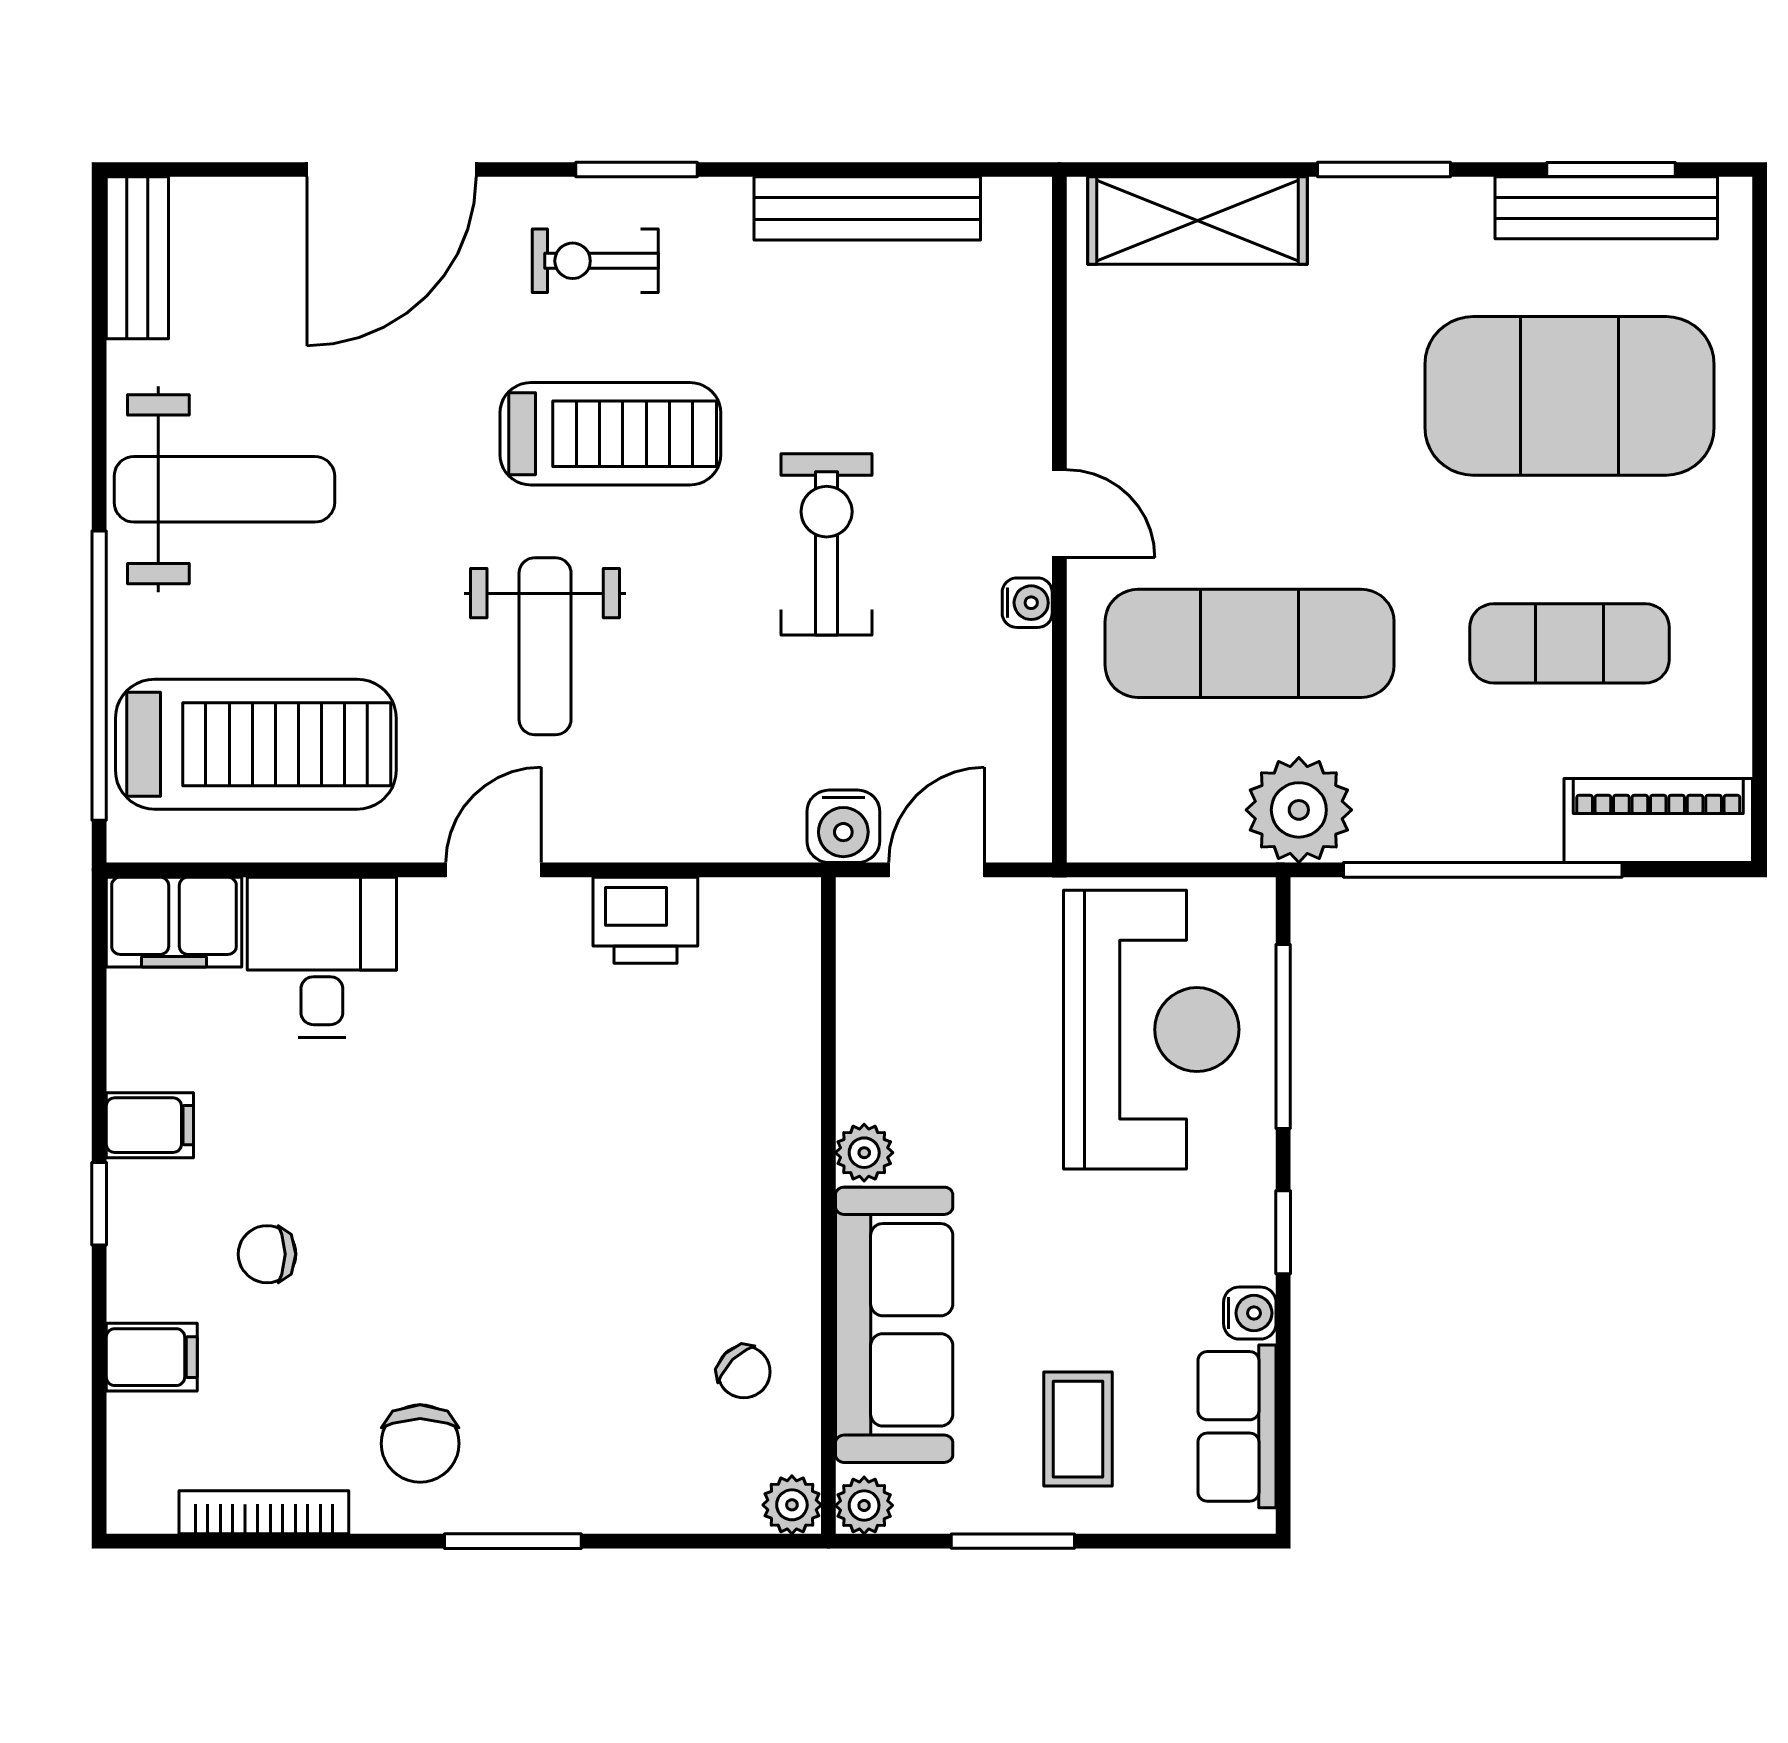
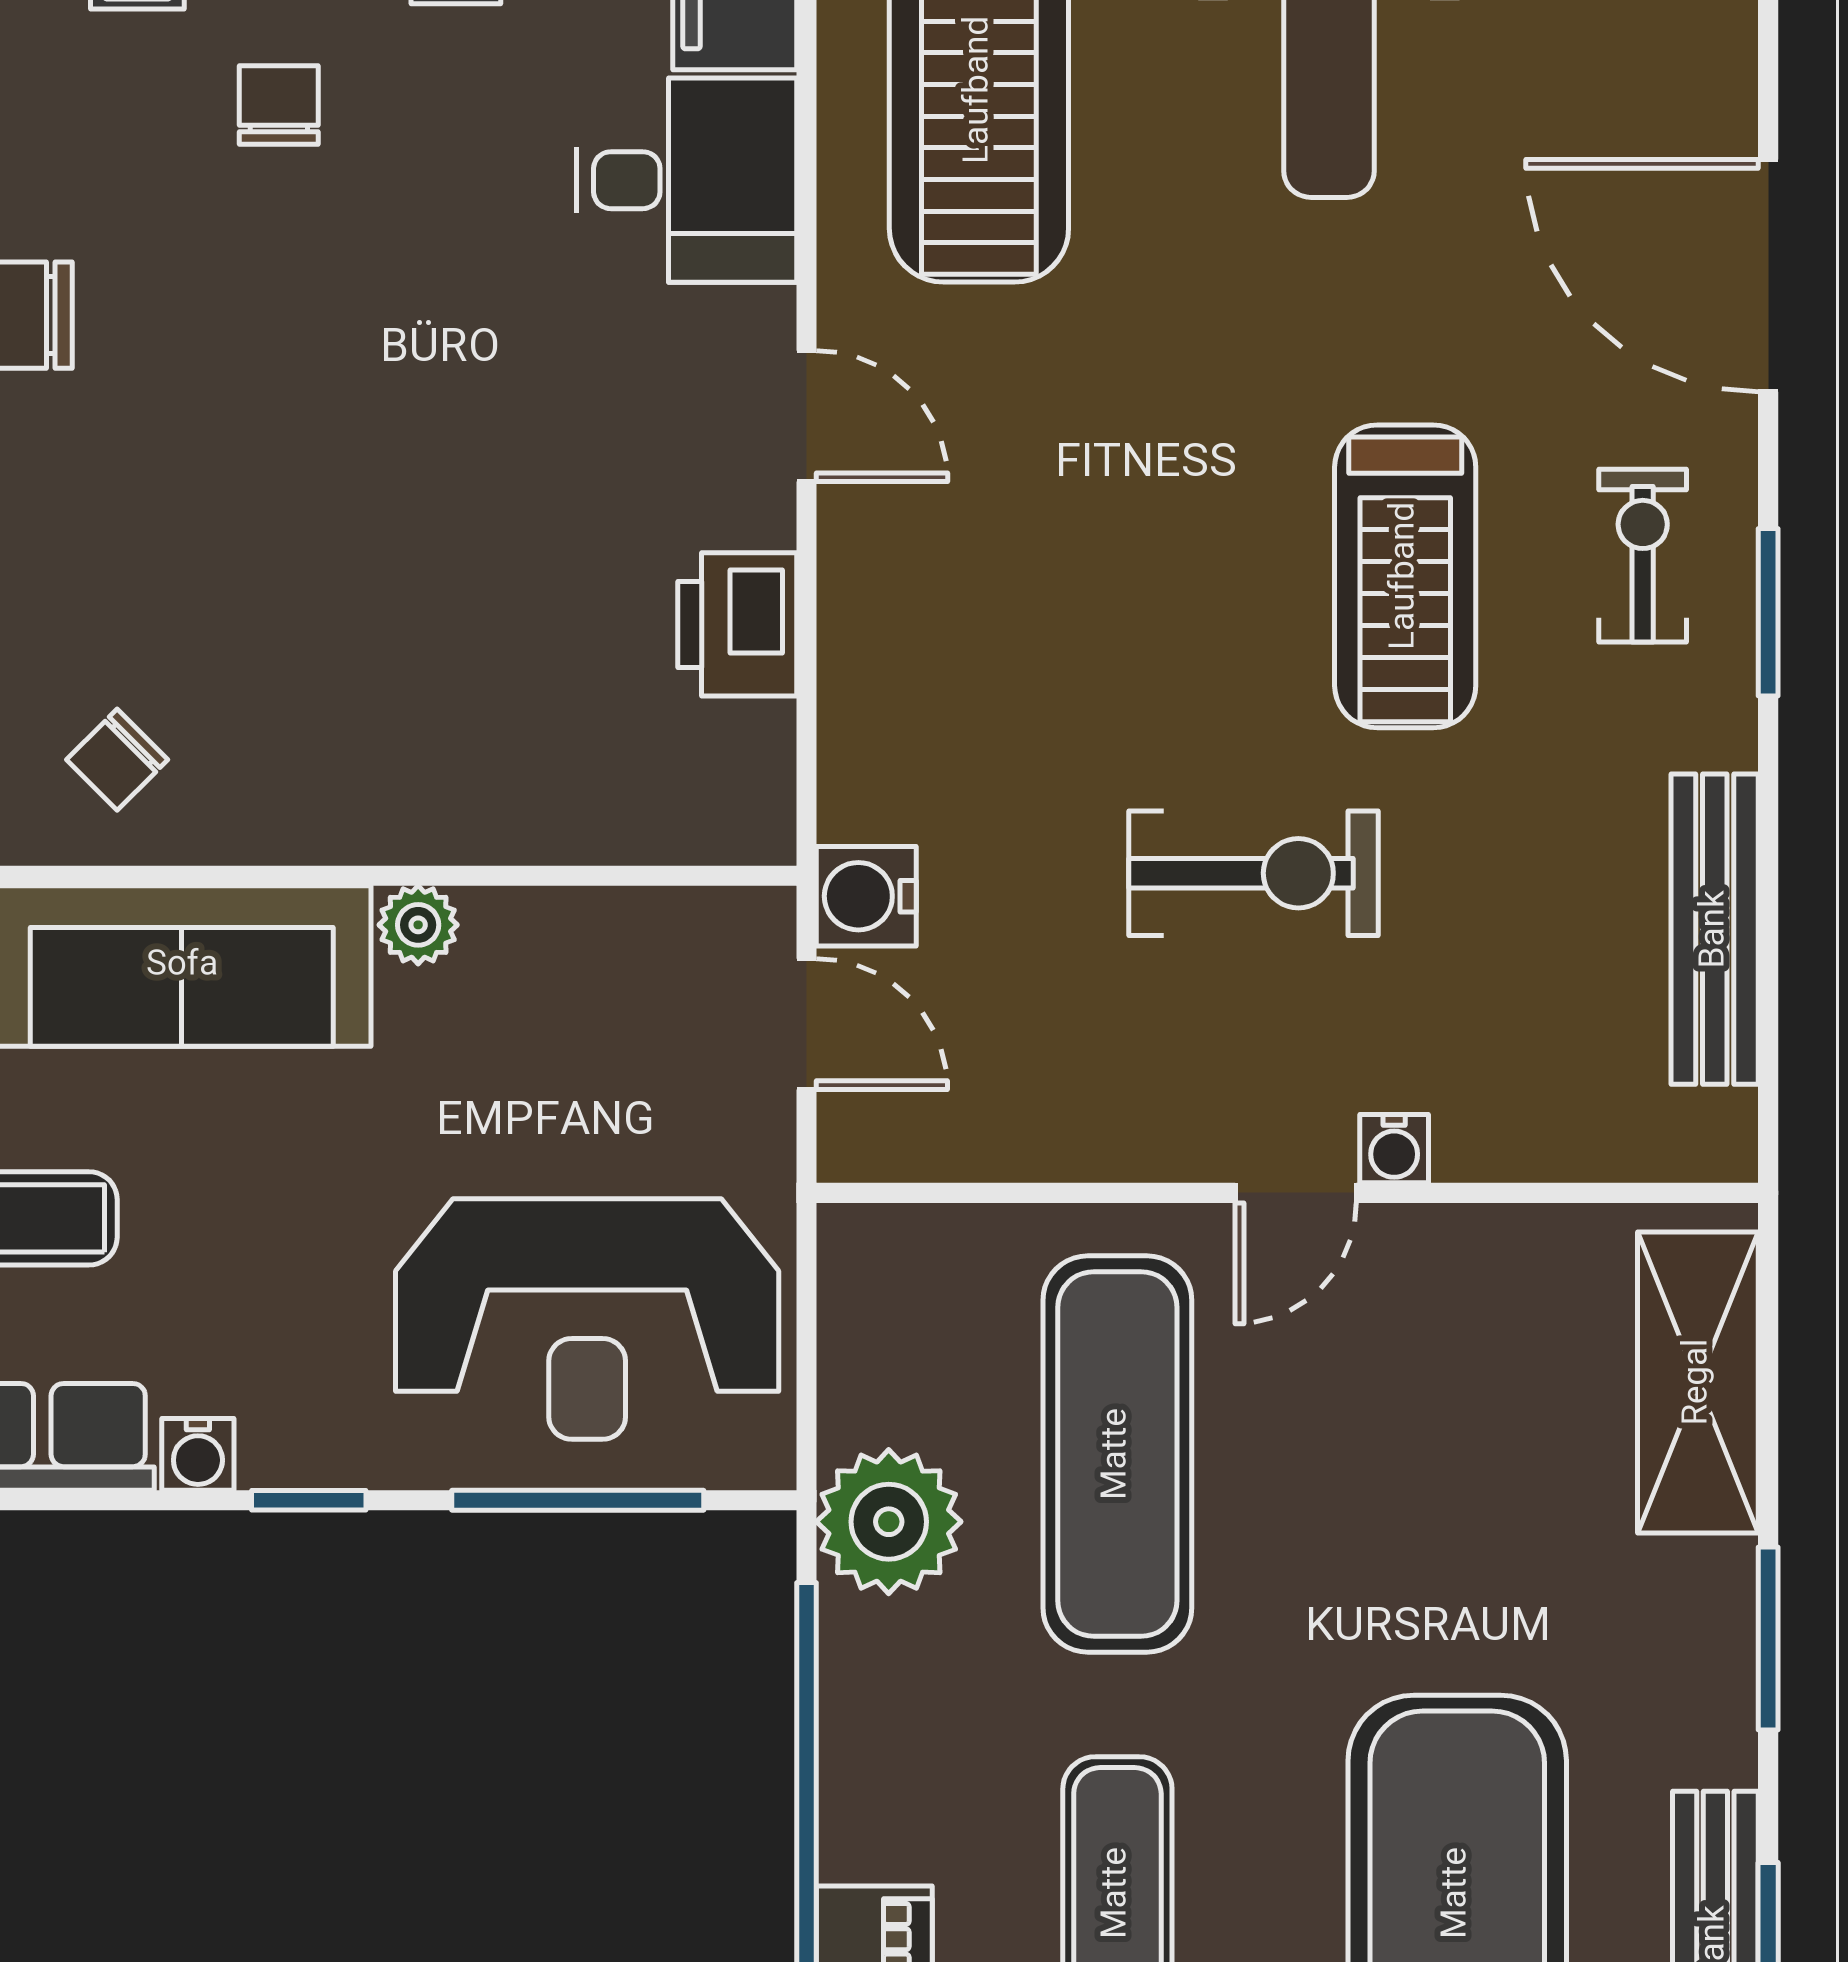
water cooler: (1027, 603) -> (1394, 1149), moved
weight bench: (545, 646) -> (1113, 487), removed

